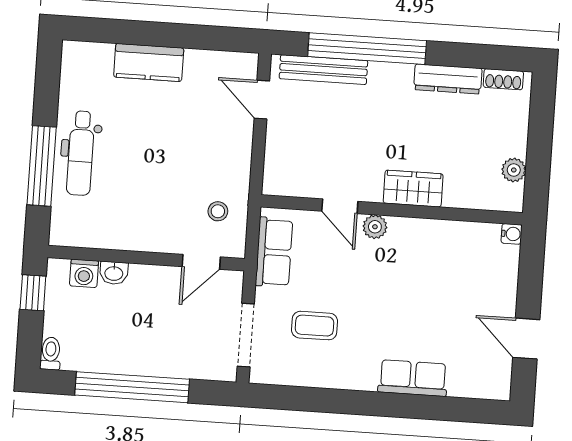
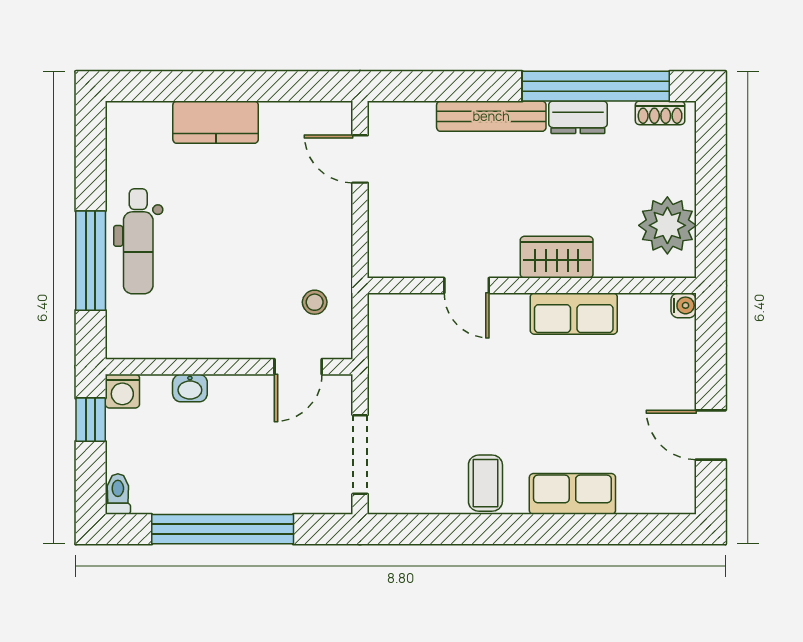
window: (367, 49) -> (596, 86), moved
bench: (323, 70) -> (491, 116), moved
dresser: (448, 79) -> (578, 117), width x0.70
plant: (514, 170) -> (667, 225), width x1.88, depth x1.88
plant: (375, 227) -> (512, 308), removed
row of seats: (274, 252) -> (574, 314), moved, turned 90
washing machine: (84, 273) -> (122, 391), moved
coffee table: (315, 326) -> (485, 483), moved, turned 90

